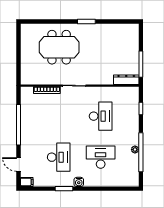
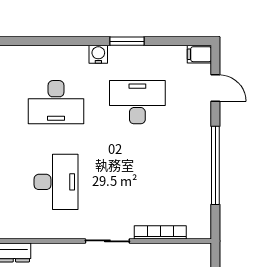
desk: (101, 116) -> (56, 182), turned 180
desk: (59, 157) -> (137, 102), turned 90

